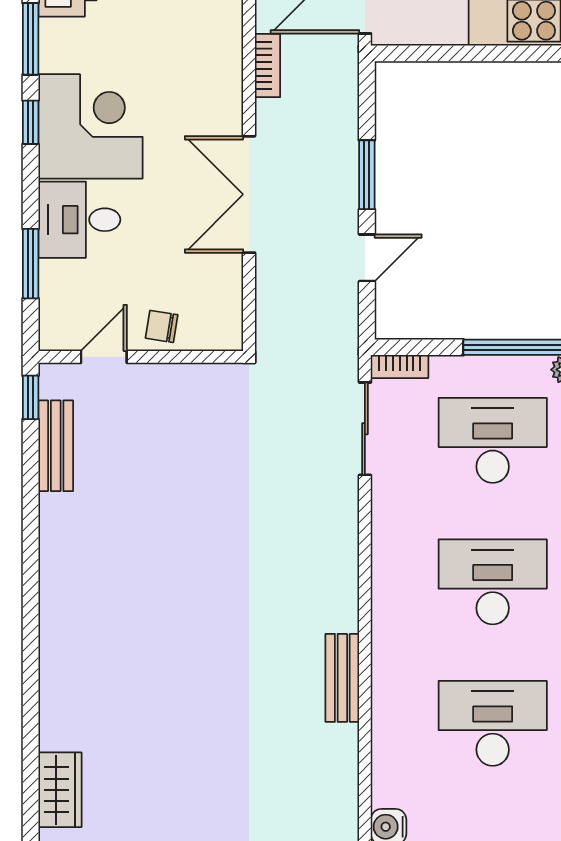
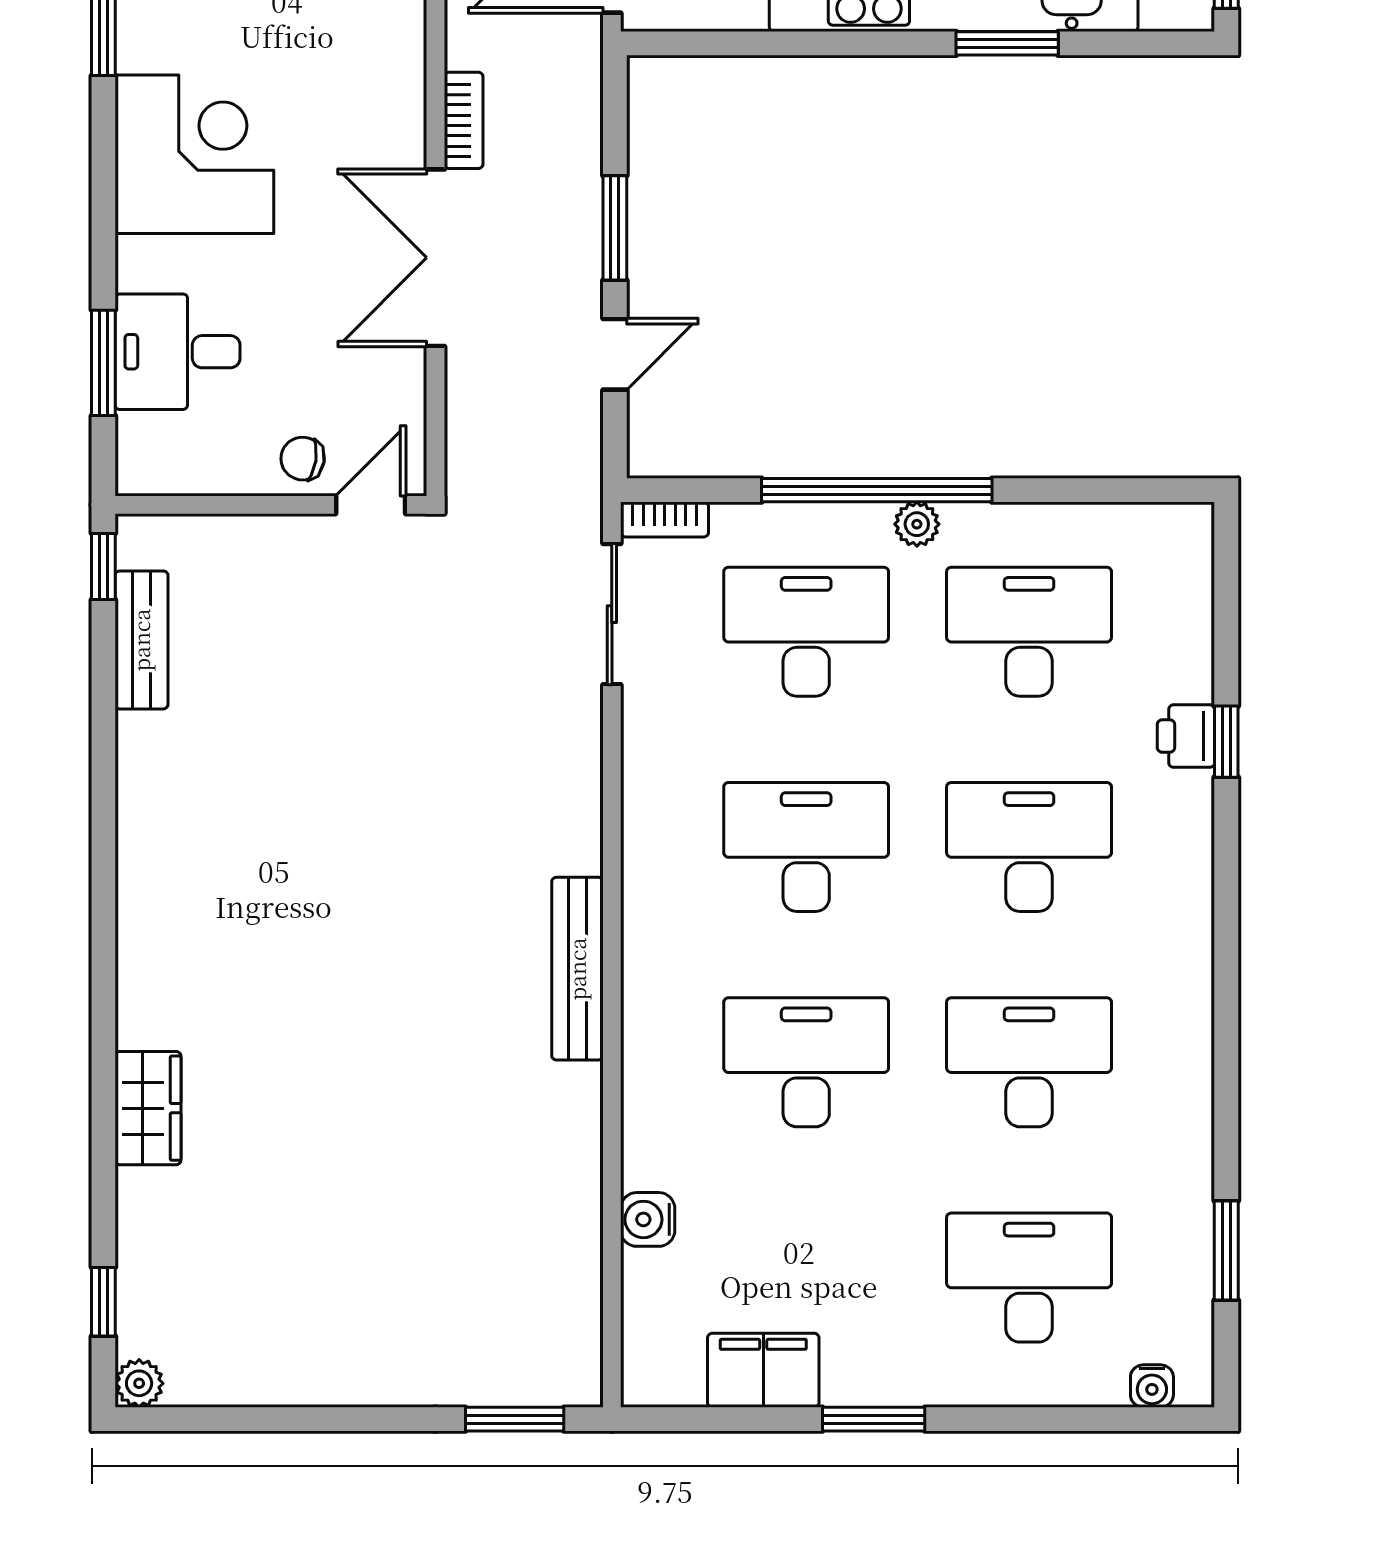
bookcase: (267, 66) -> (464, 120), moved
window: (31, 122) -> (103, 148), removed
desk: (79, 220) -> (177, 352), moved
door: (104, 357) -> (371, 505), moved
bench: (342, 678) -> (577, 969), width x1.36
wardrobe: (60, 790) -> (148, 1108), moved

